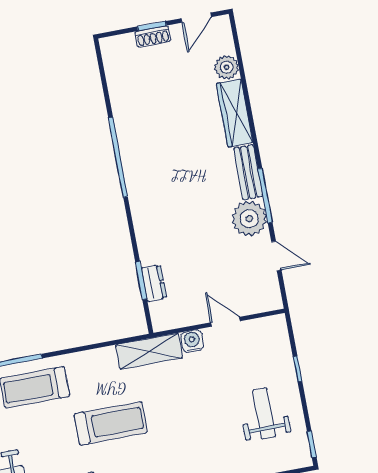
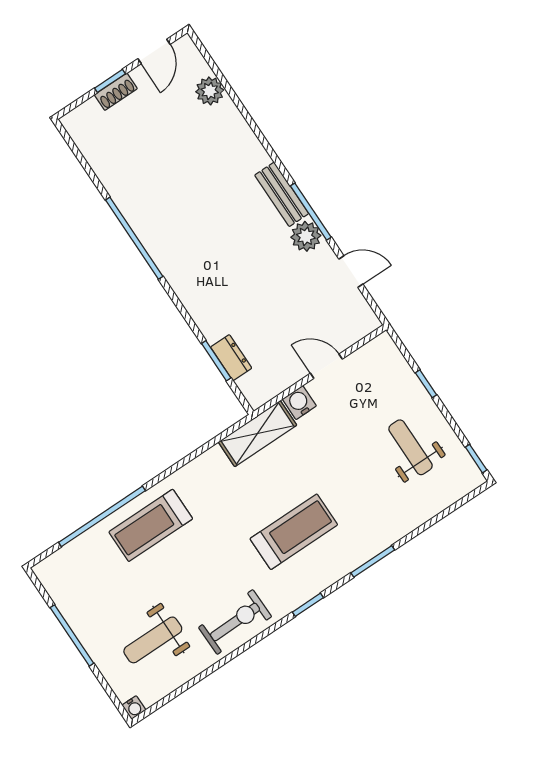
wardrobe: (235, 113) -> (240, 137), removed
plant: (249, 219) -> (306, 236), width x0.73, depth x0.73
treadmill: (111, 423) -> (294, 532), moved

